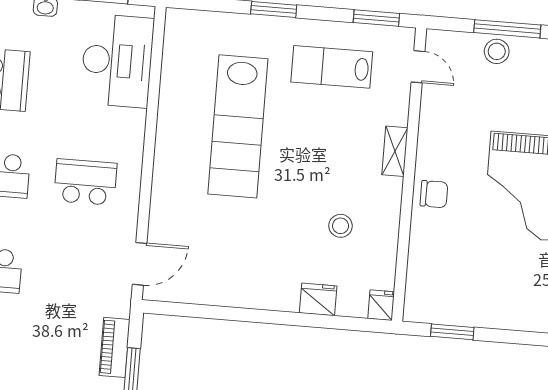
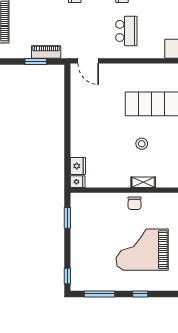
shelving: (395, 151) -> (143, 182), moved
stool: (341, 226) -> (142, 144), moved
fridge: (318, 299) -> (78, 166), moved

